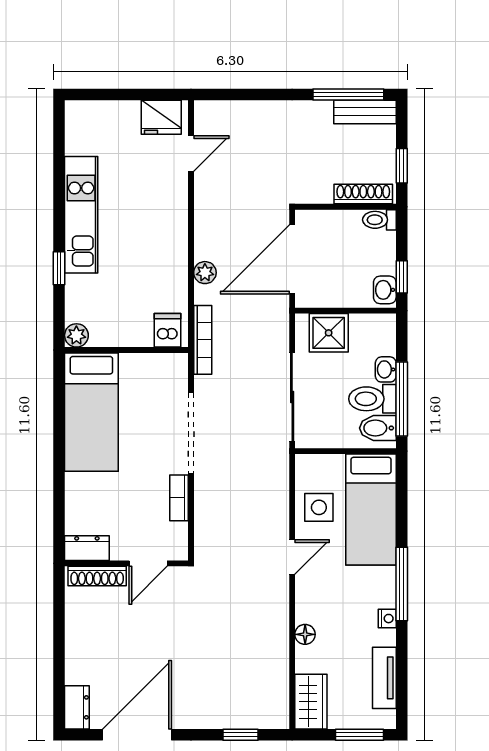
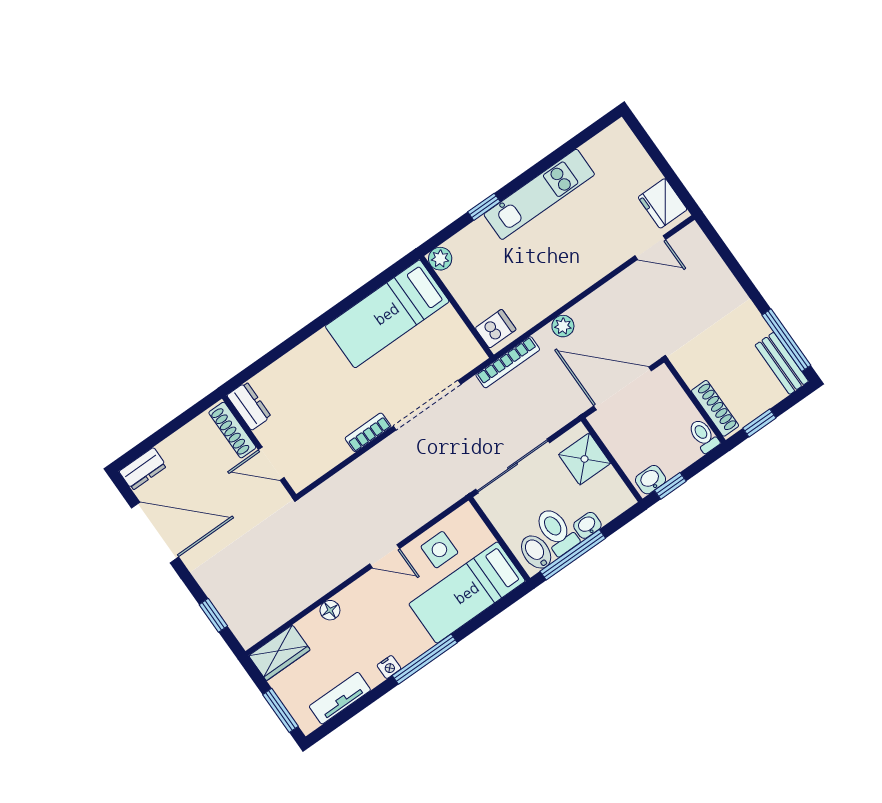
dresser: (87, 548) -> (249, 406), moved
wall: (126, 563) -> (259, 446), moved
door: (148, 563) -> (271, 464), moved
shoe rack: (97, 576) -> (232, 430), moved

